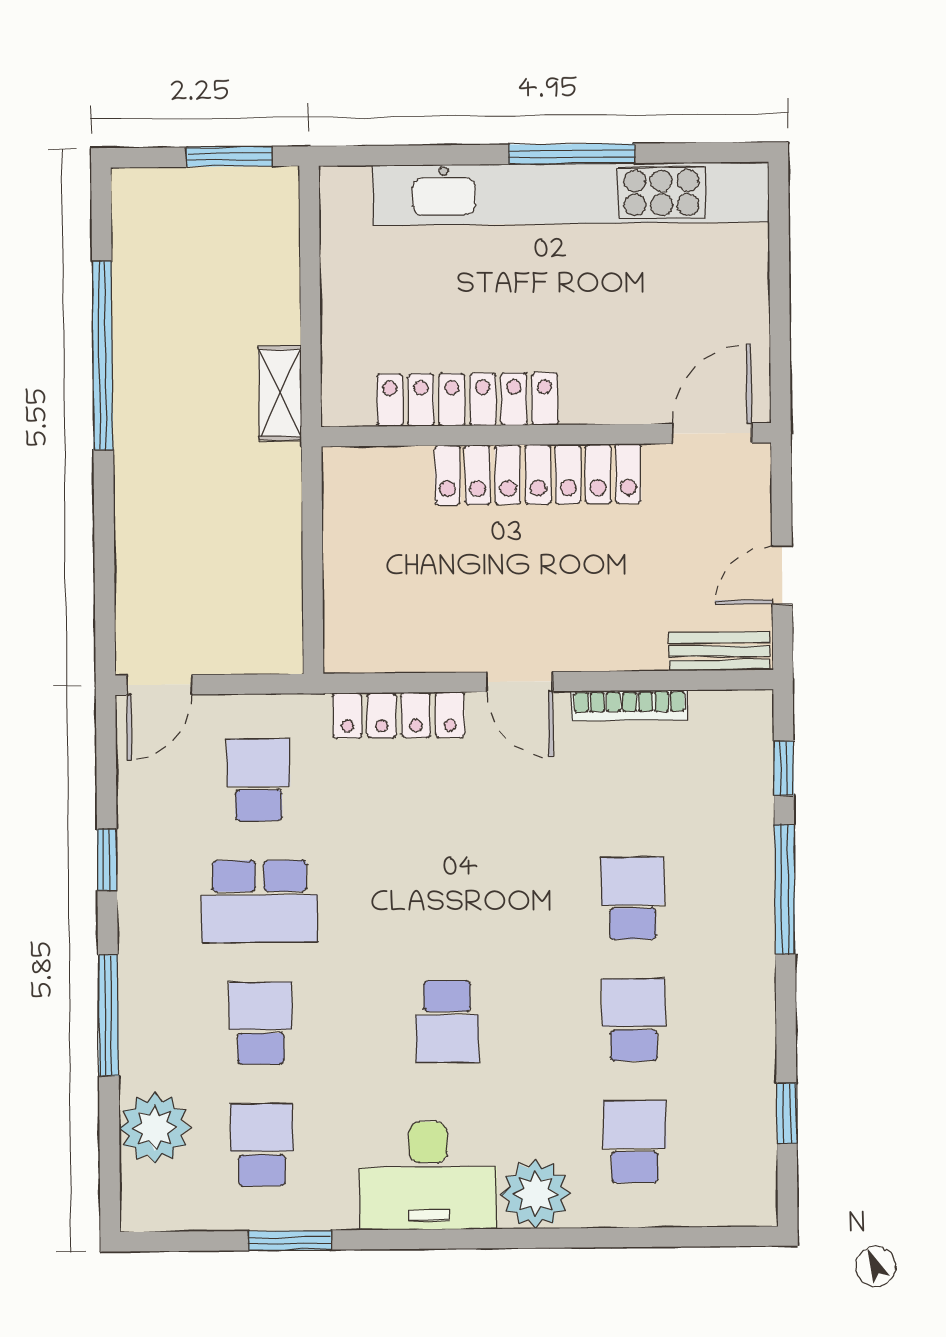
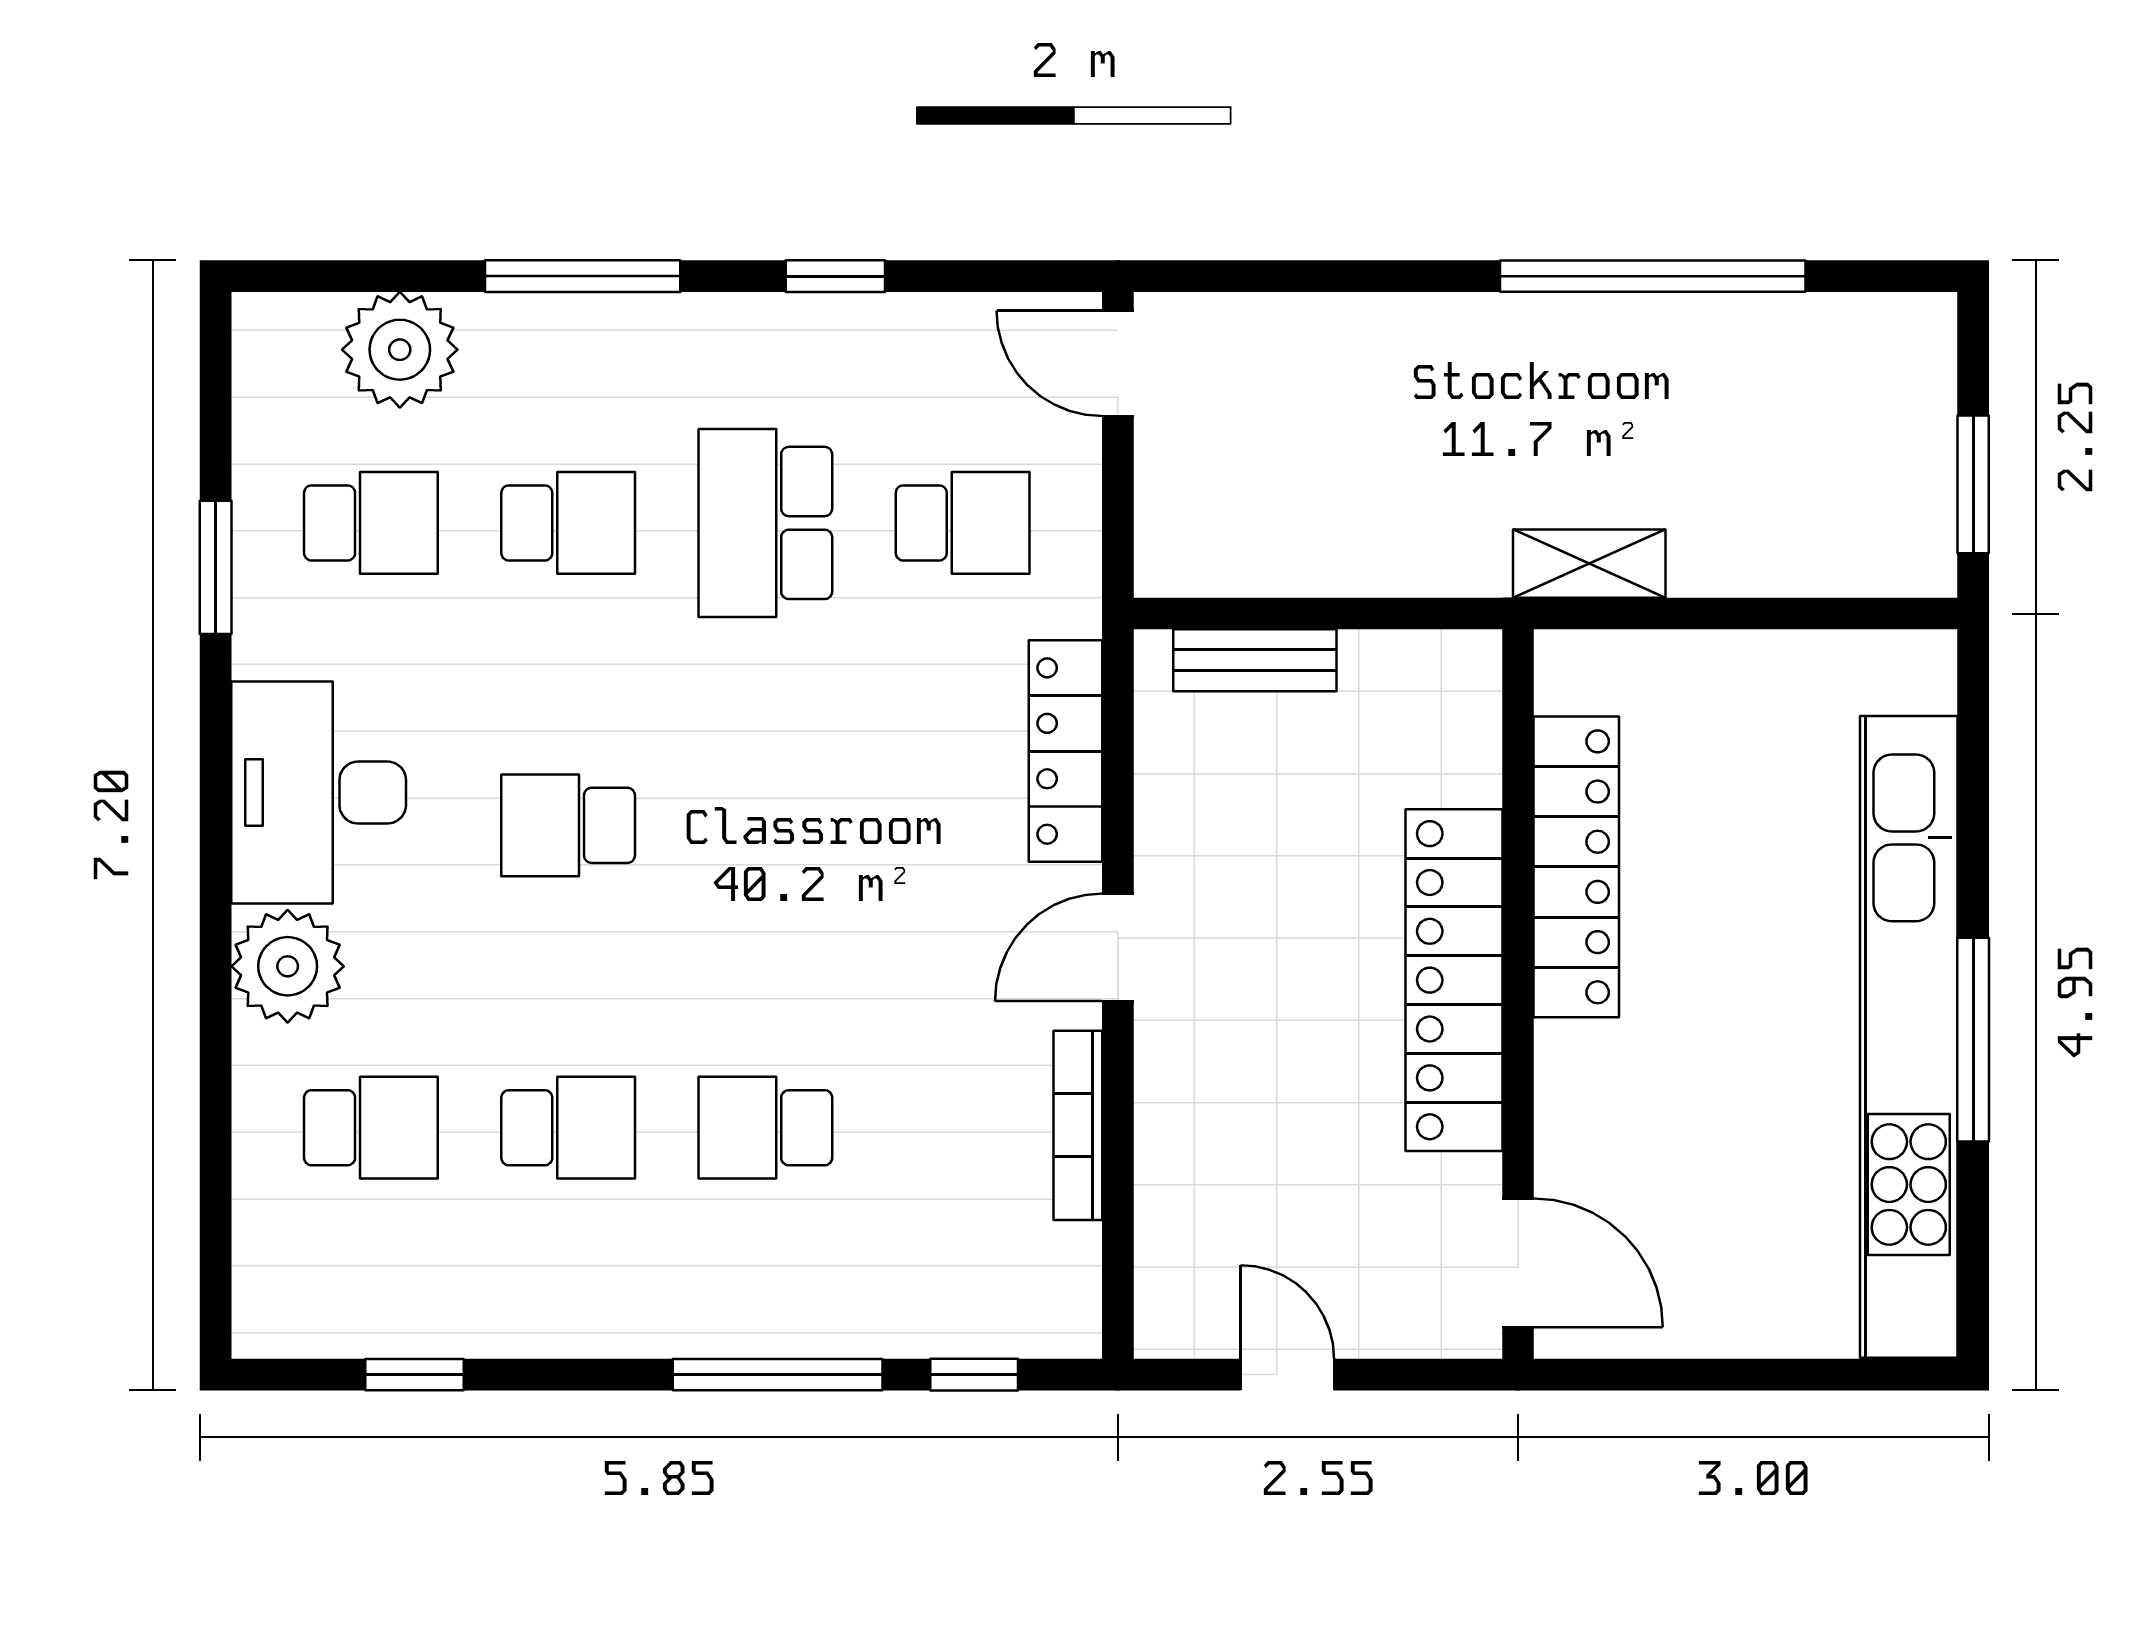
bench: (719, 651) -> (1255, 660), moved, turned 90
school desk: (633, 898) -> (765, 1128), turned 180

